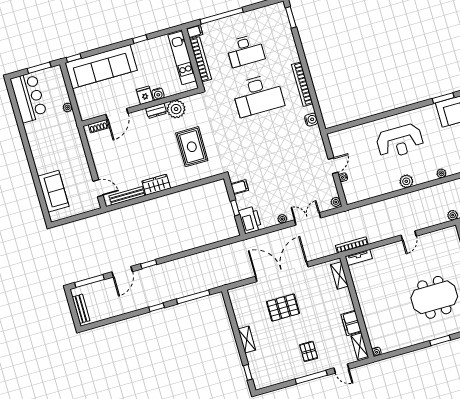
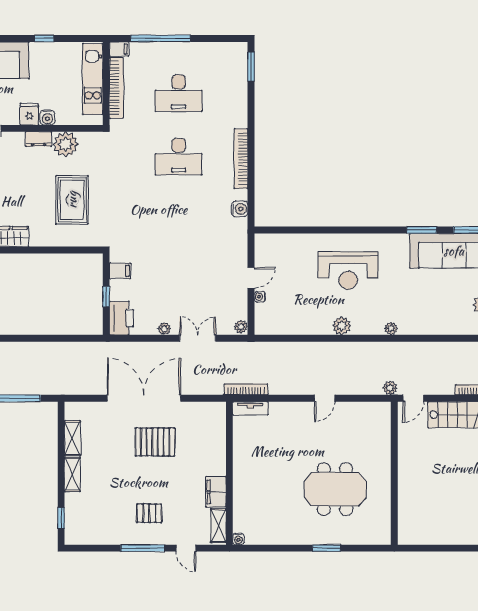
desk: (258, 95) -> (179, 157), width x0.73, depth x0.77
shelving: (339, 275) -> (72, 438), moved
pallet: (283, 308) -> (155, 442), moved
pallet: (309, 351) -> (149, 513), turned 90

